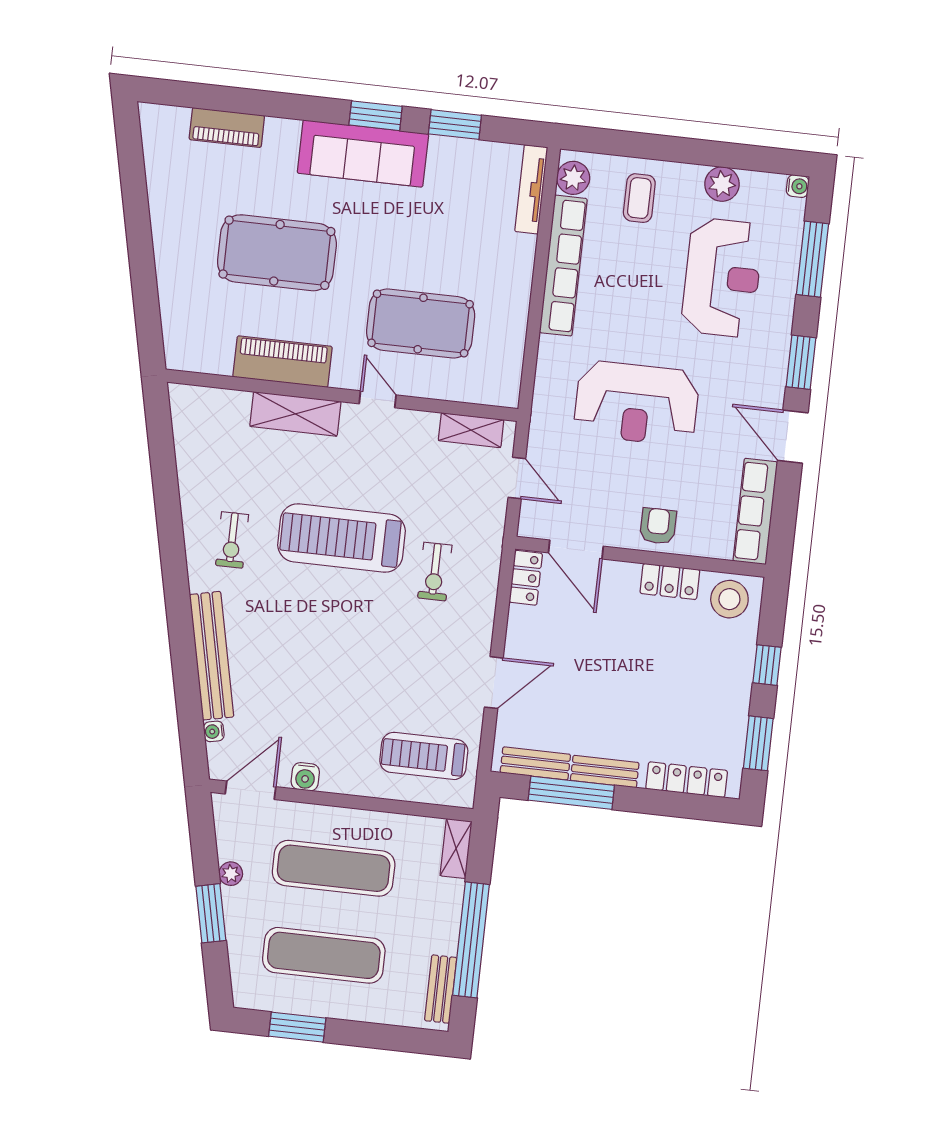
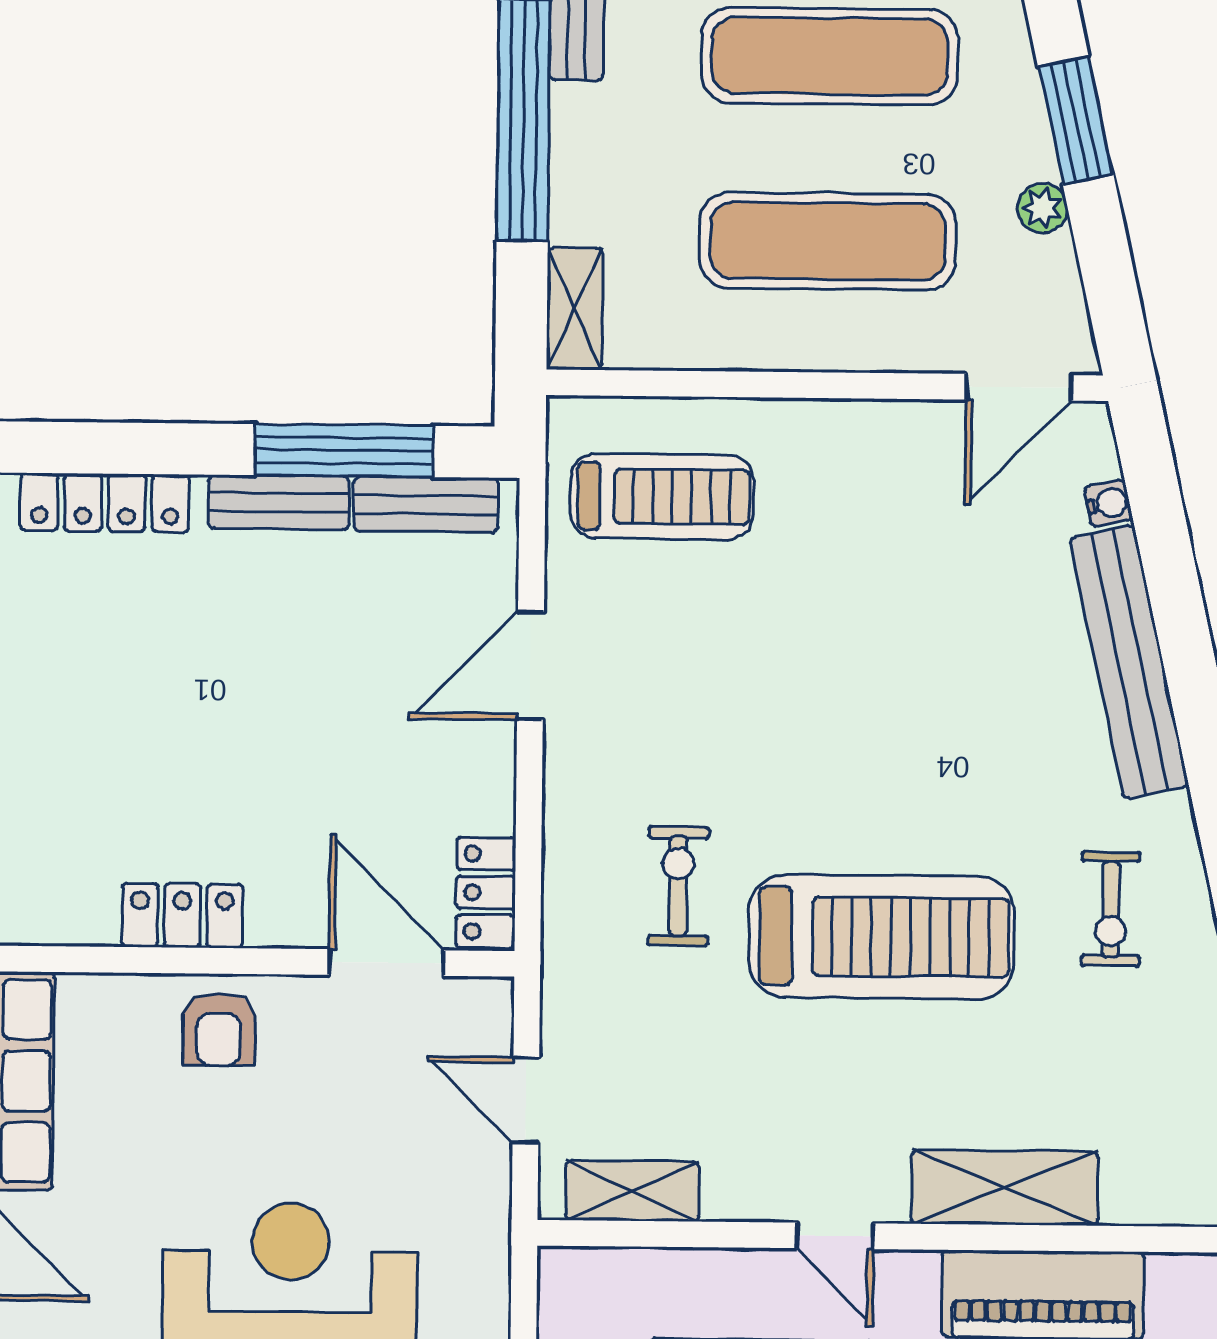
exercise bike: (232, 540) -> (1111, 909), turned 180
stool: (729, 599) -> (53, 891), removed
water cooler: (305, 777) -> (907, 427), removed

